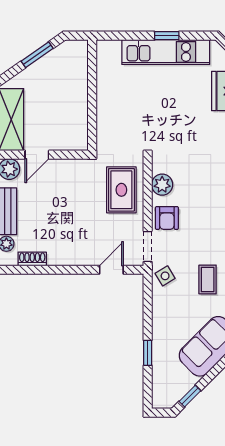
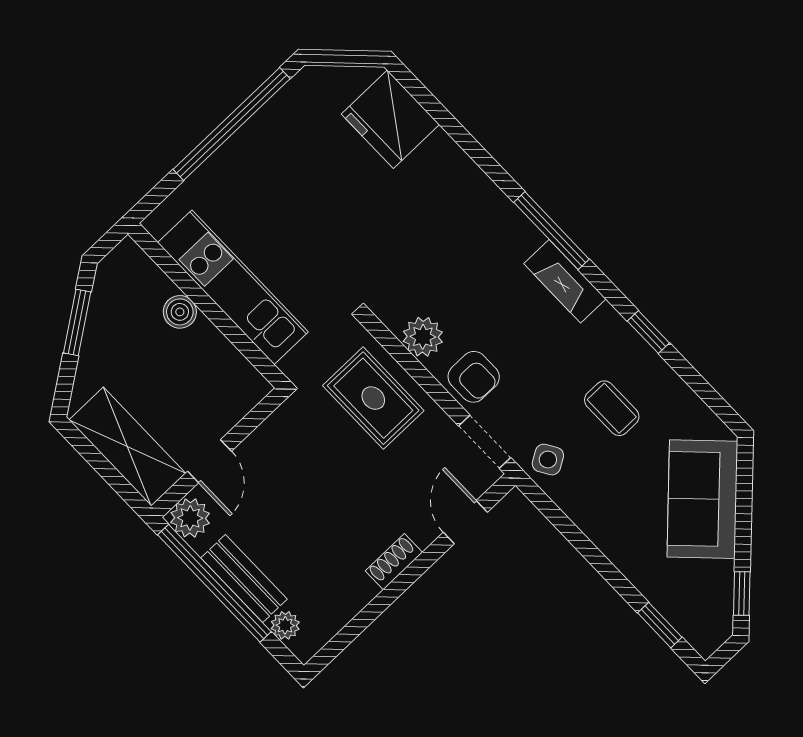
window: (167, 36) -> (232, 124), width x3.17
kitchen unit: (166, 52) -> (233, 287), moved, turned -90
boiler: (80, 88) -> (180, 312), added
shoe rack: (32, 259) -> (394, 562), moved
window: (148, 353) -> (660, 625), moved

